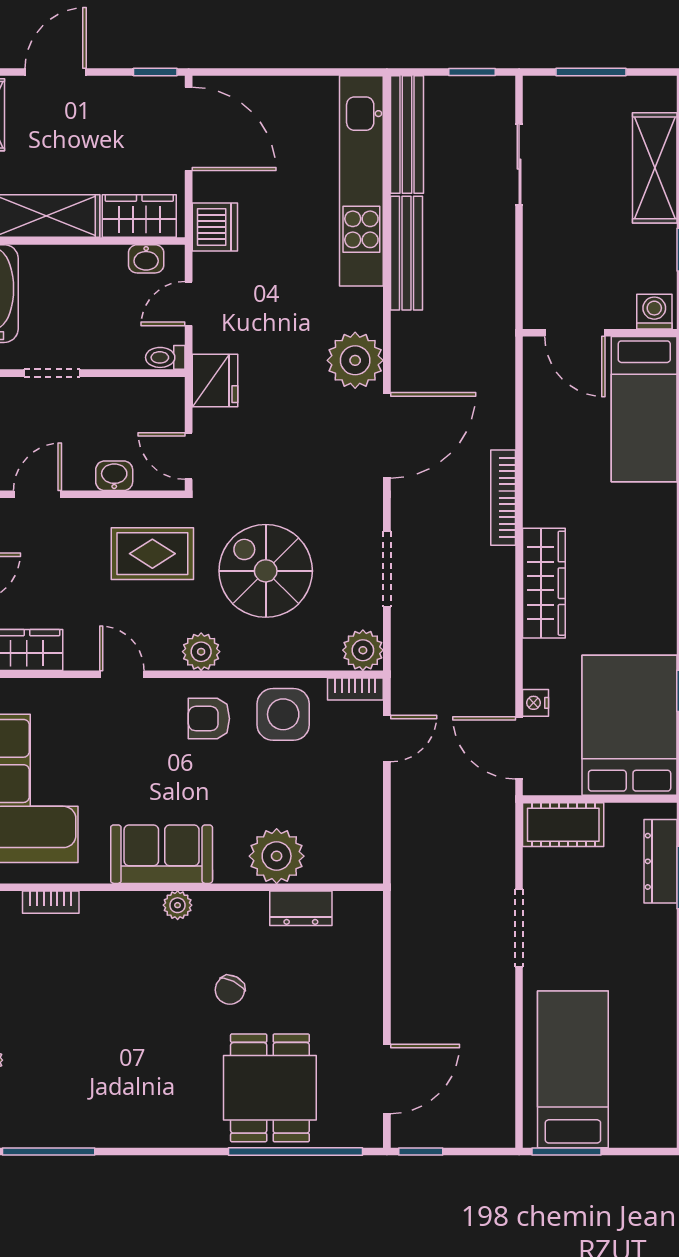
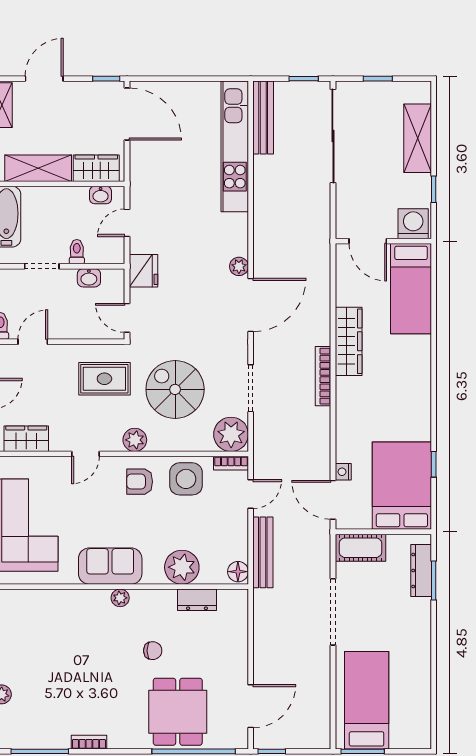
window: (591, 72) -> (378, 79), width x0.67
sliding door: (519, 164) -> (333, 136), width x1.86
dishwasher: (215, 227) -> (143, 175), removed
bench: (406, 253) -> (263, 552), moved
washing machine: (654, 312) -> (413, 224), width x1.38, depth x1.38
toilet: (165, 357) -> (77, 252), moved, turned 90
plant: (355, 360) -> (239, 266), width x0.53, depth x0.53
washbasin: (114, 476) -> (89, 278), moved, turned 180
bookcase: (503, 498) -> (323, 376), moved
wardrobe: (544, 583) -> (349, 341), moved
plant: (363, 650) -> (231, 434), width x1.36, depth x1.36
door: (122, 674) -> (85, 454), swing flipped
floor lamp: (367, 863) -> (238, 572), added
bookcase: (51, 902) -> (89, 742), moved, turned 180
doorway: (519, 928) -> (333, 612), width x1.36
chair: (230, 990) -> (153, 651), turned -117

